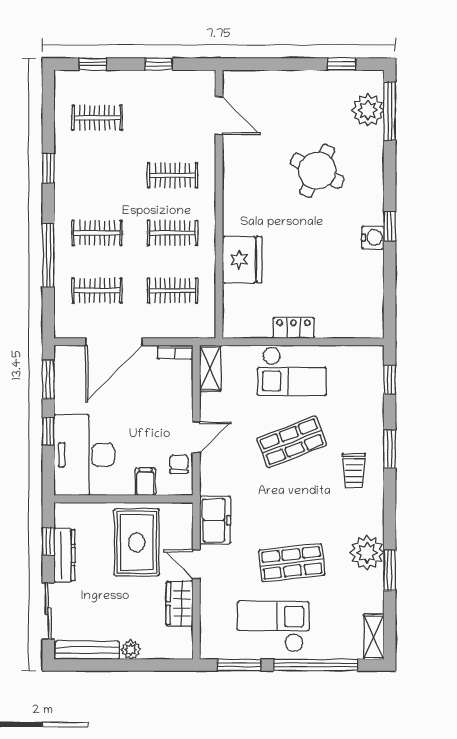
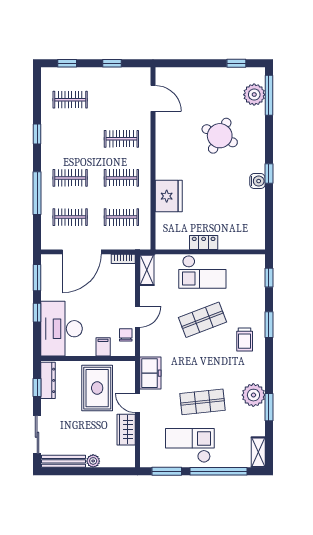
dresser: (64, 555) -> (48, 380), moved

